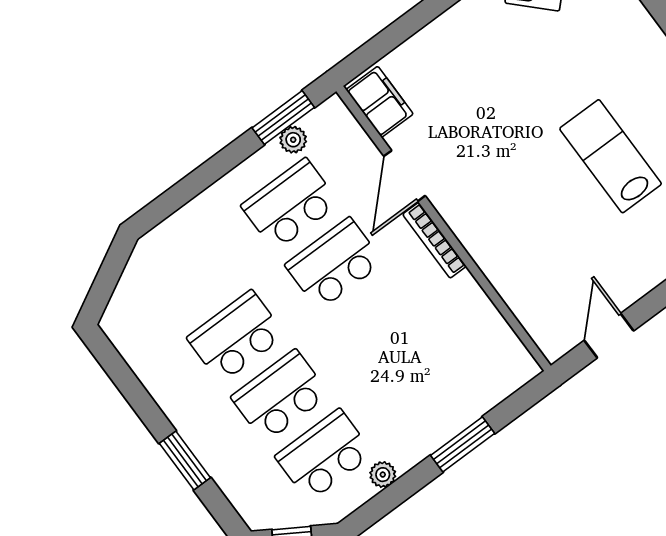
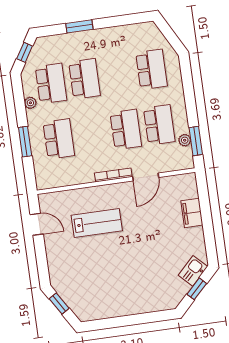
filing cabinet: (380, 102) -> (192, 213), moved, turned 90
lab bench: (611, 156) -> (97, 223), moved
door: (405, 176) -> (146, 177), swing flipped
school desk: (236, 337) -> (152, 69), moved
school desk: (422, 382) -> (59, 139), added

